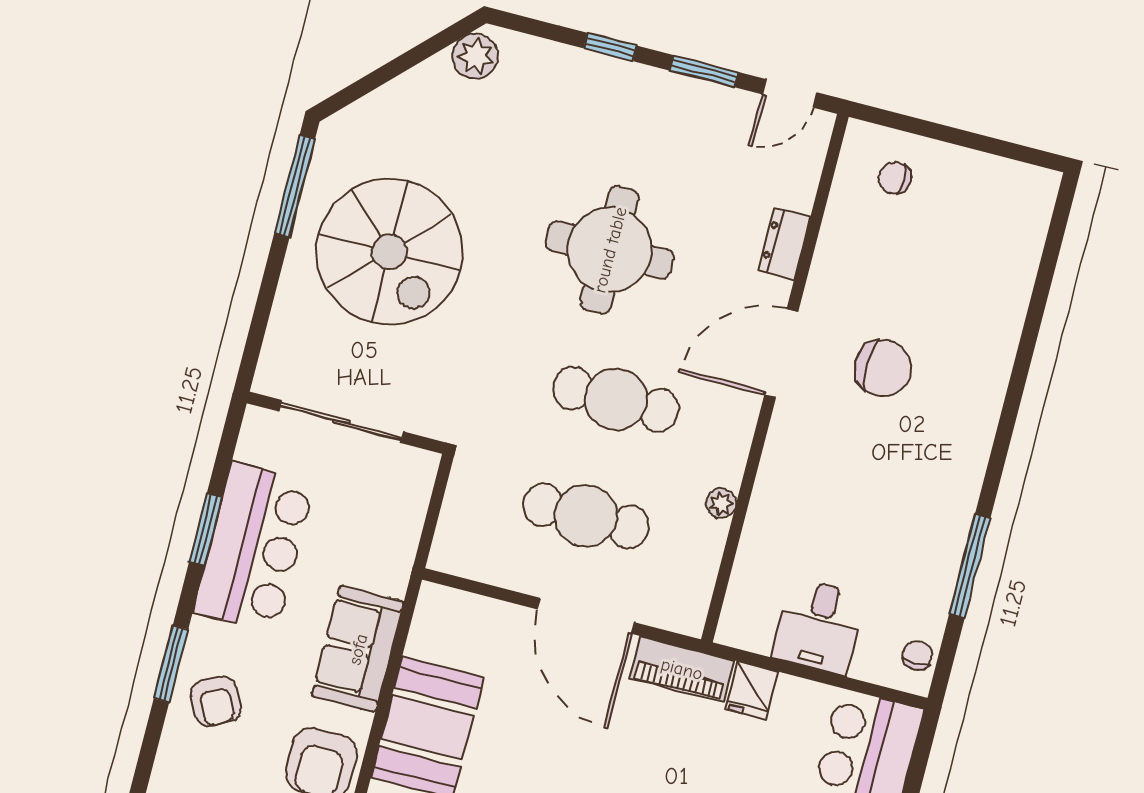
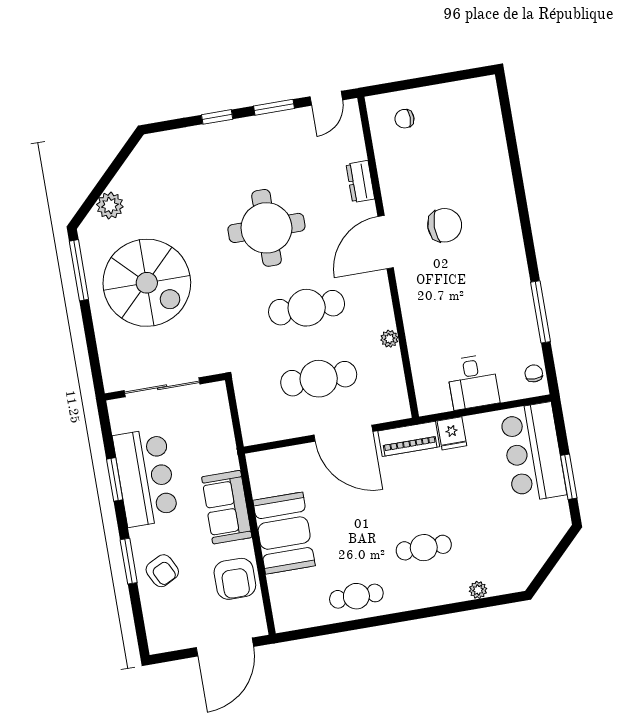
plant: (475, 56) -> (110, 206), moved

